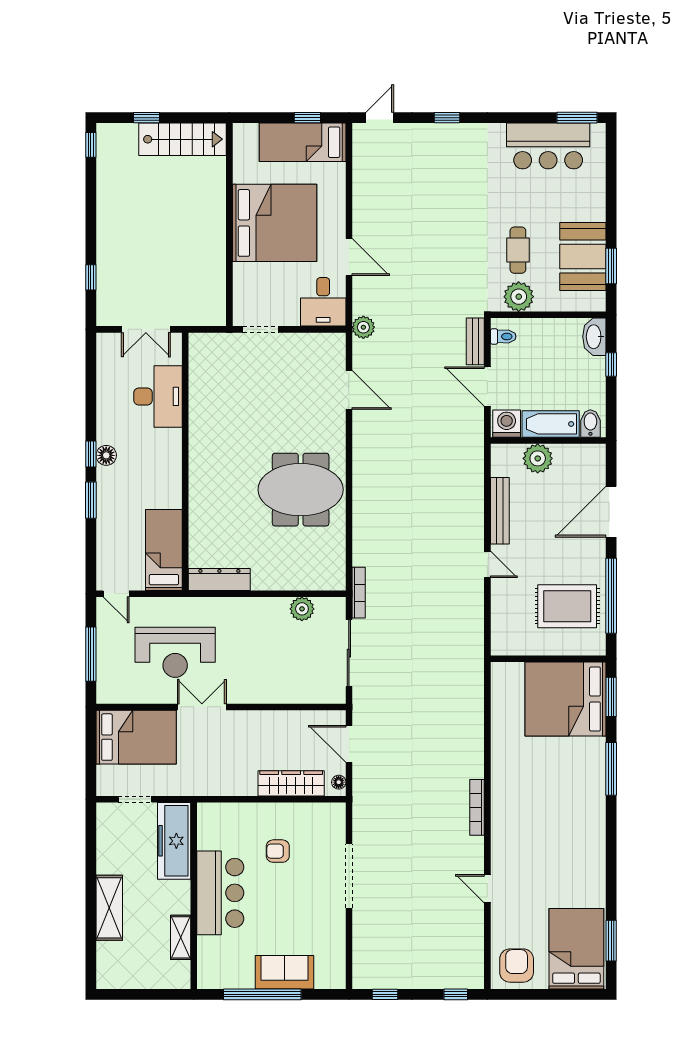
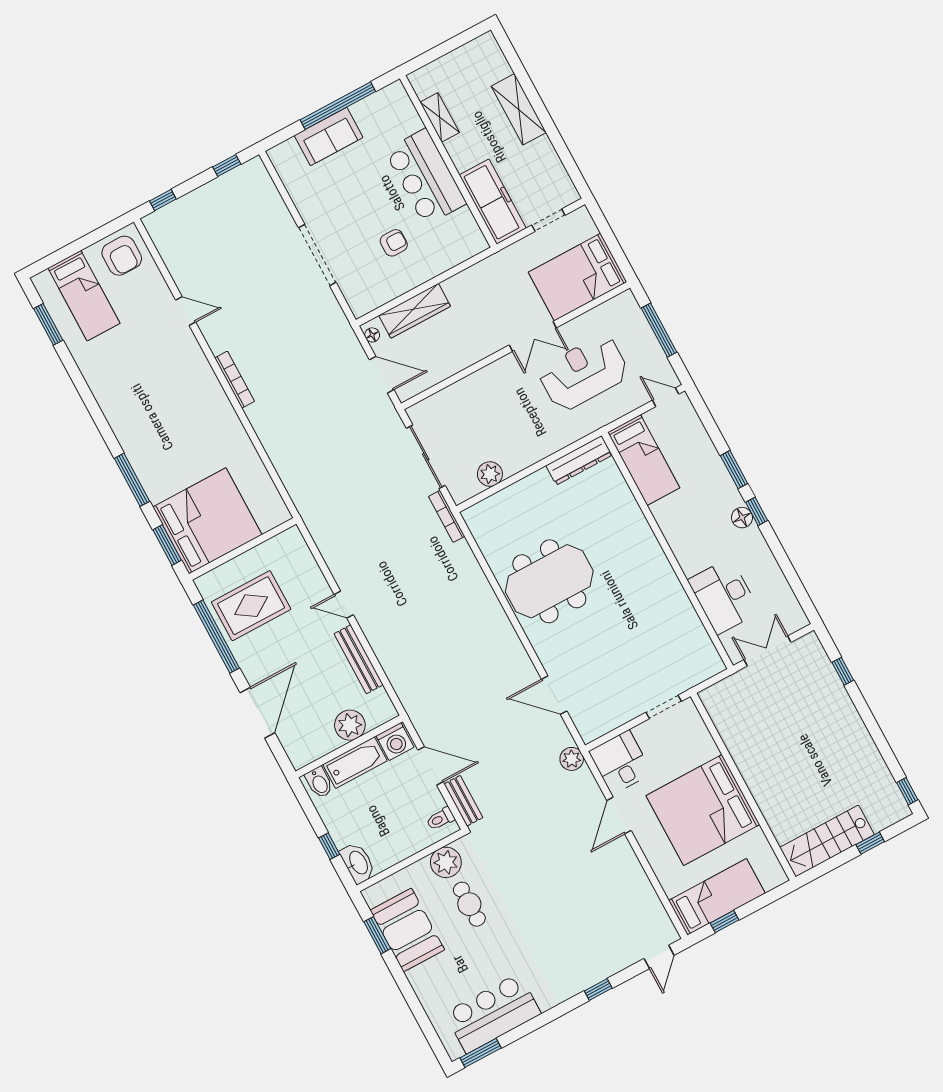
door: (349, 257) -> (619, 815), hinge flipped
bed: (576, 949) -> (84, 296), width x0.67

